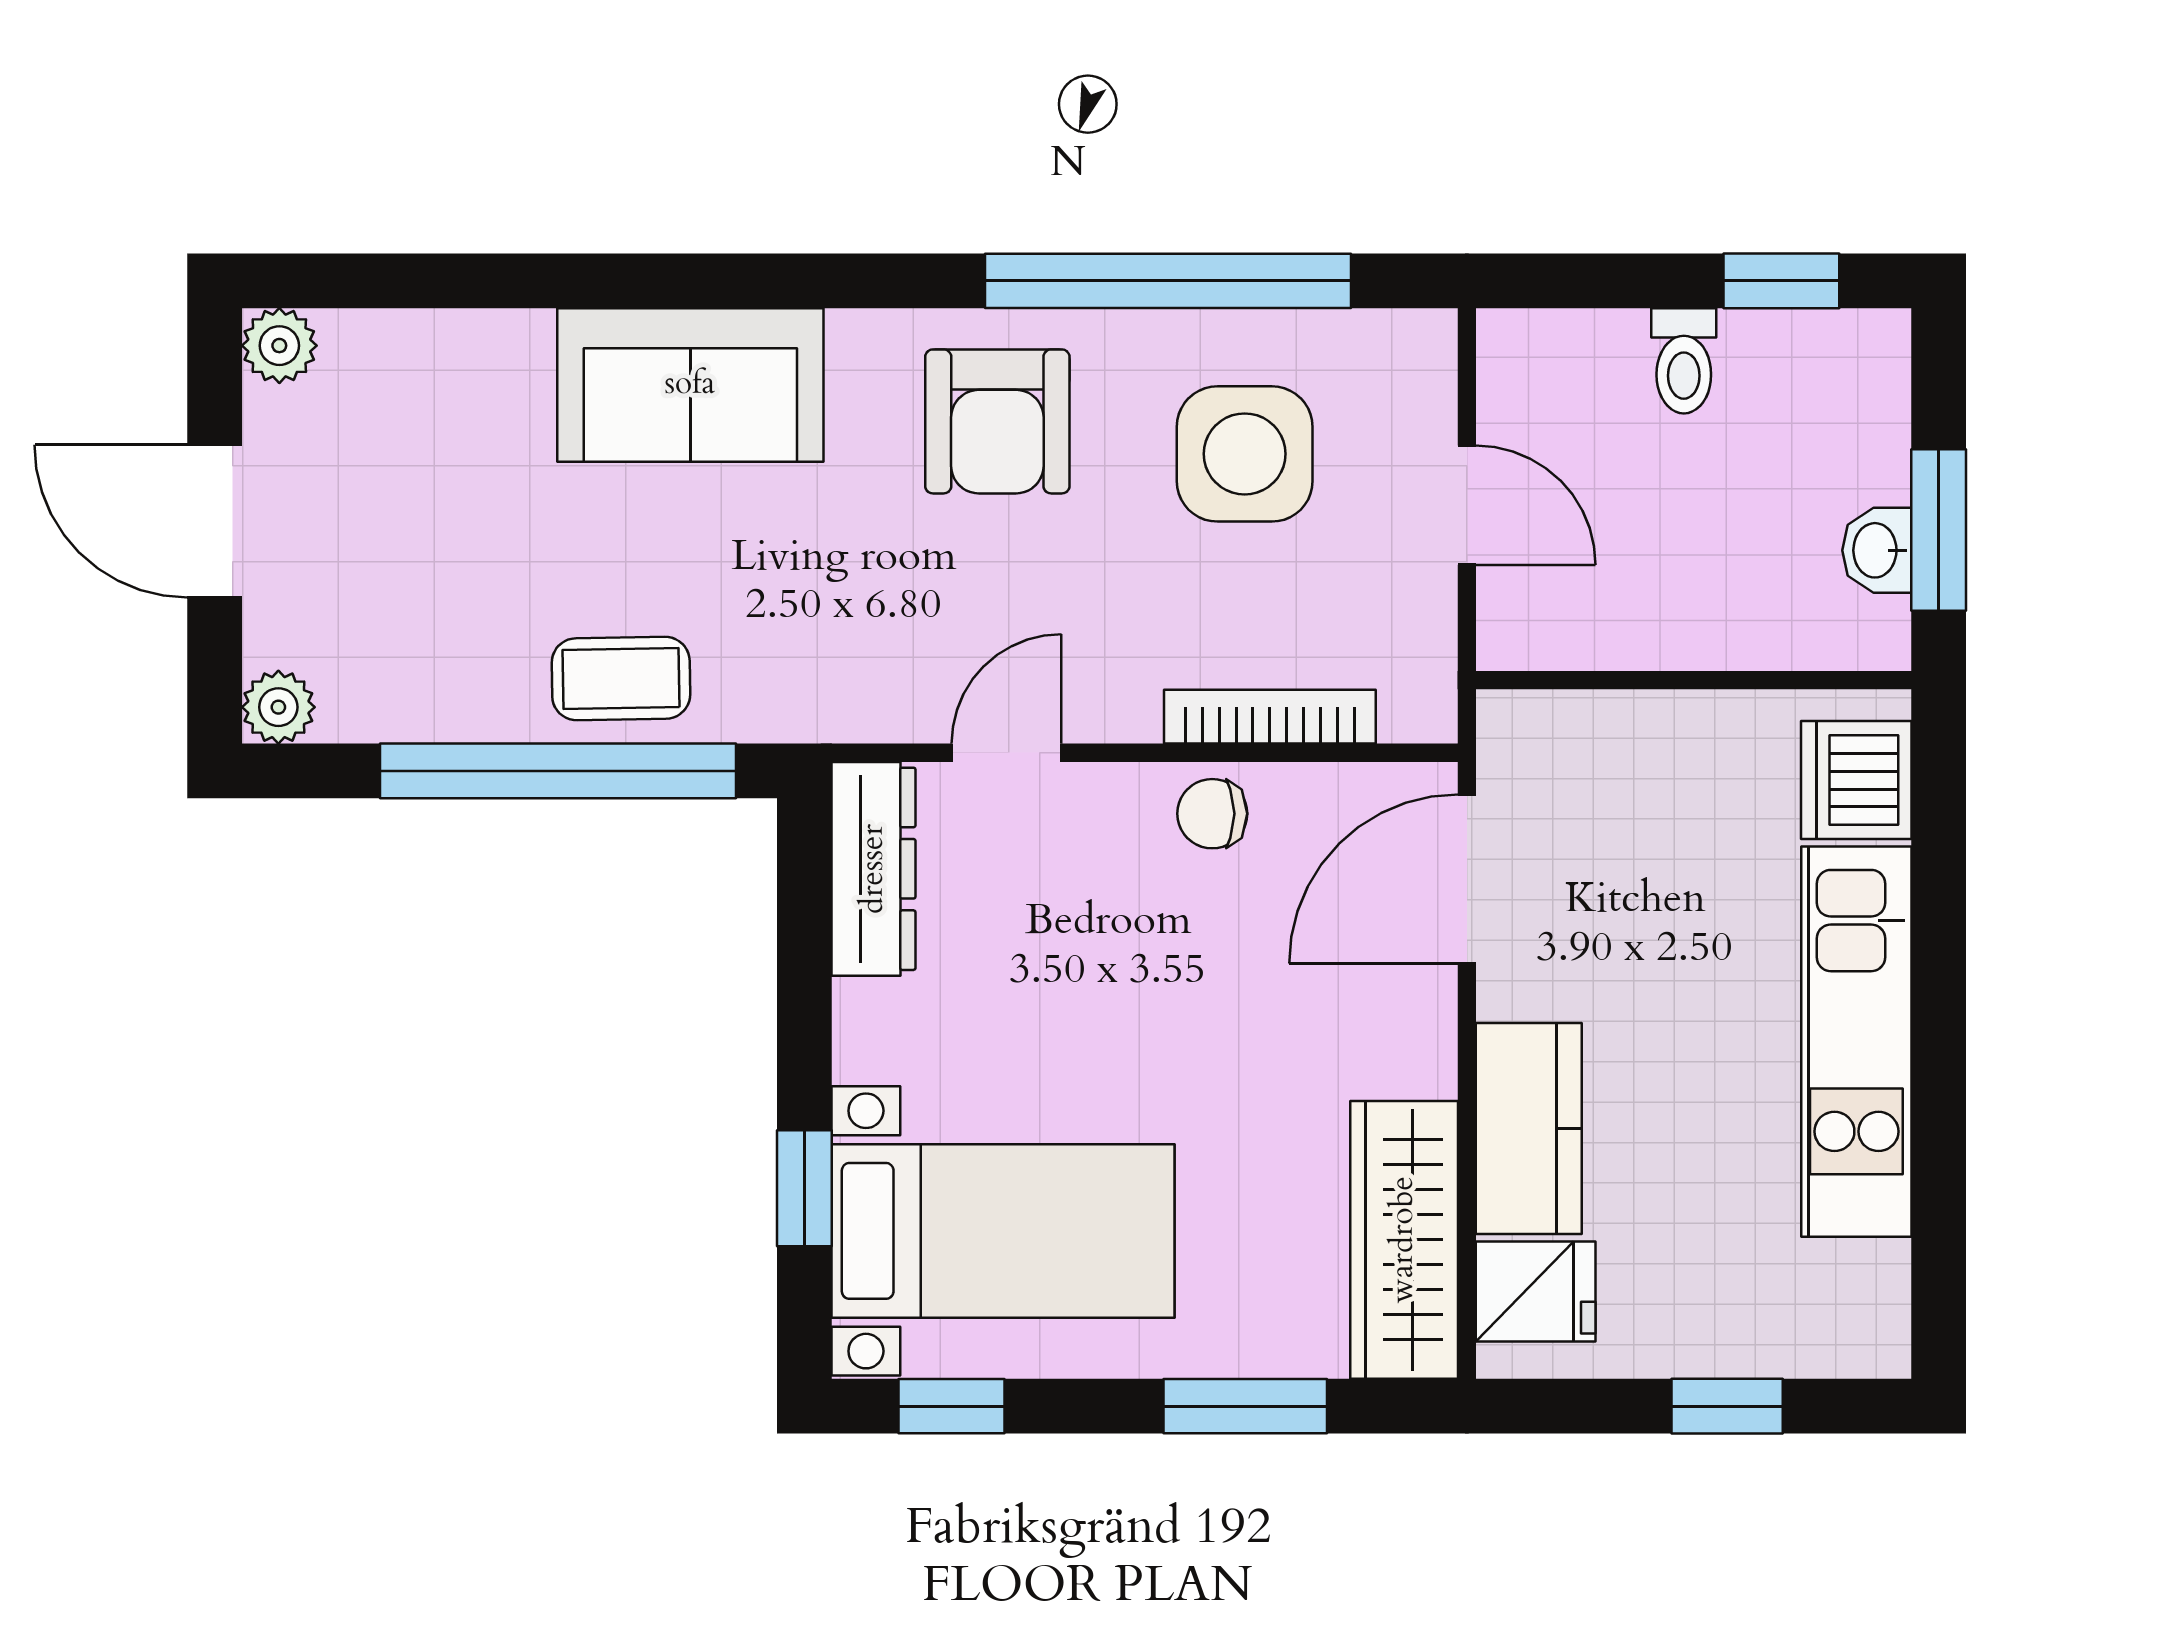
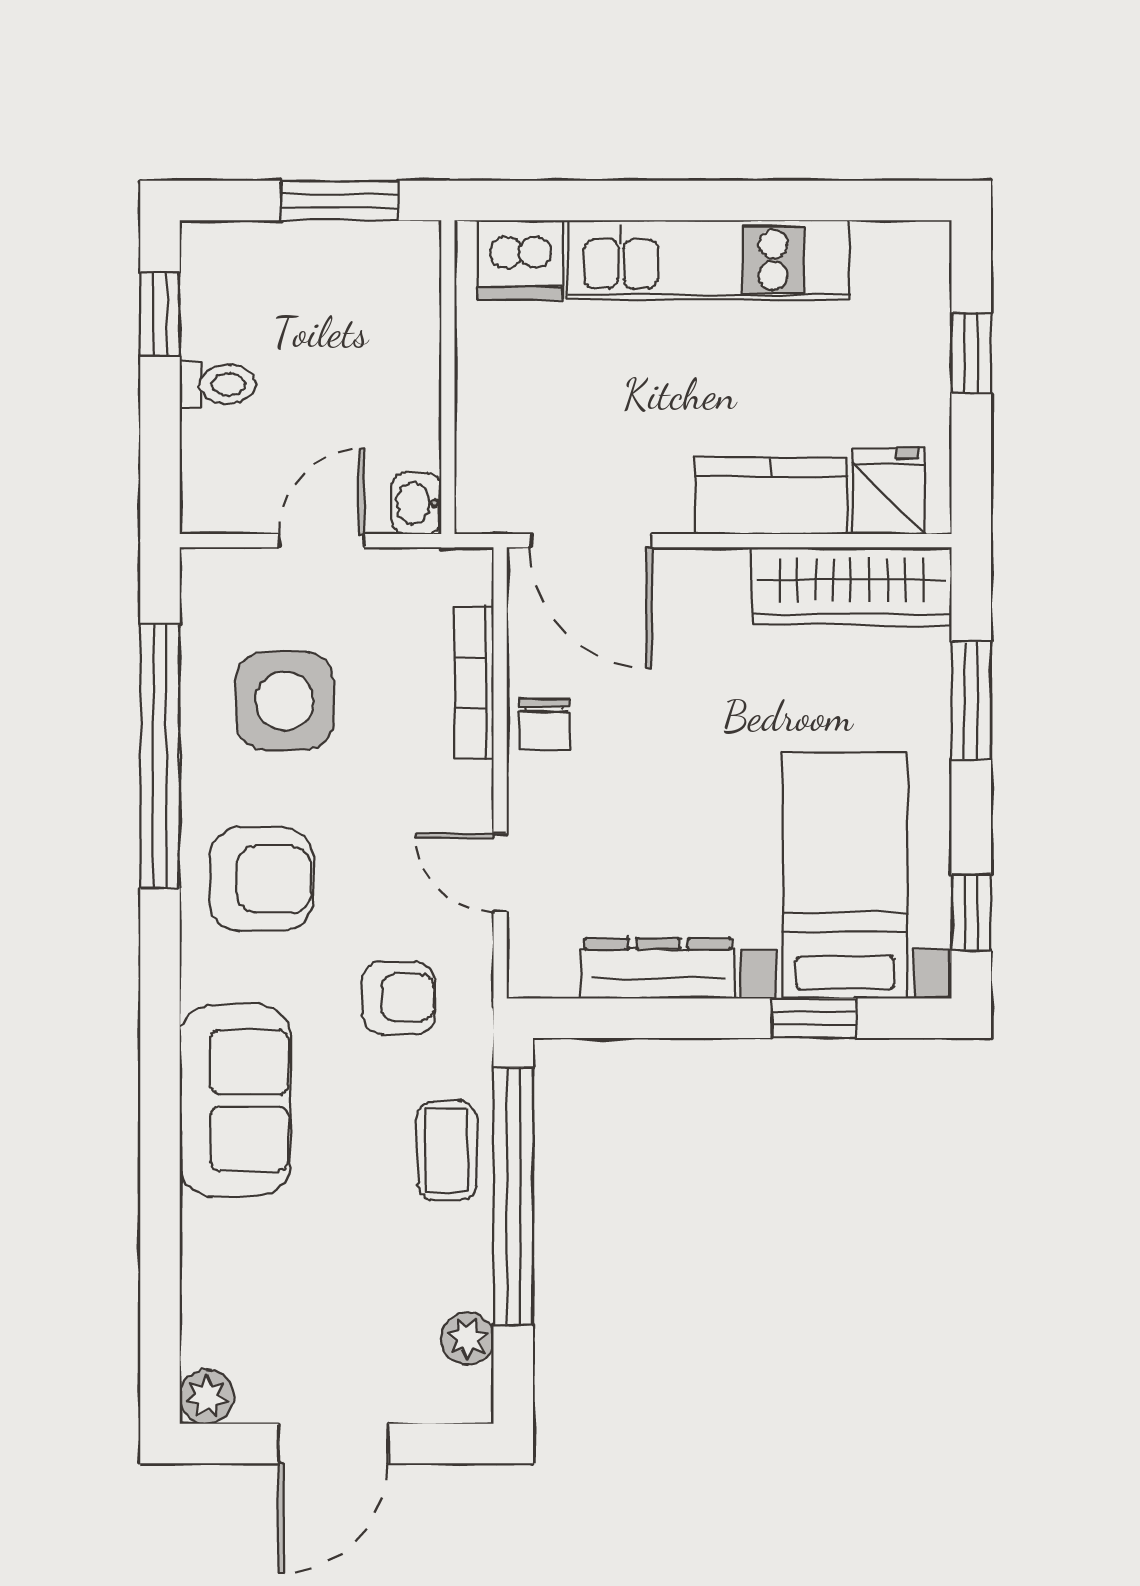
washbasin: (1877, 550) -> (416, 503), moved, turned 90
armchair: (833, 612) -> (399, 998), added
plant: (278, 707) -> (467, 1338), moved
dresser: (874, 869) -> (658, 968), moved

